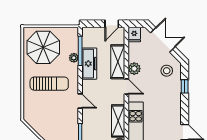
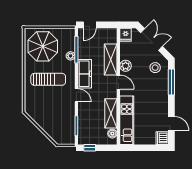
door: (112, 24) -> (90, 25), moved
freezer: (89, 64) -> (85, 74), moved
window: (185, 86) -> (171, 82), width x2.17

